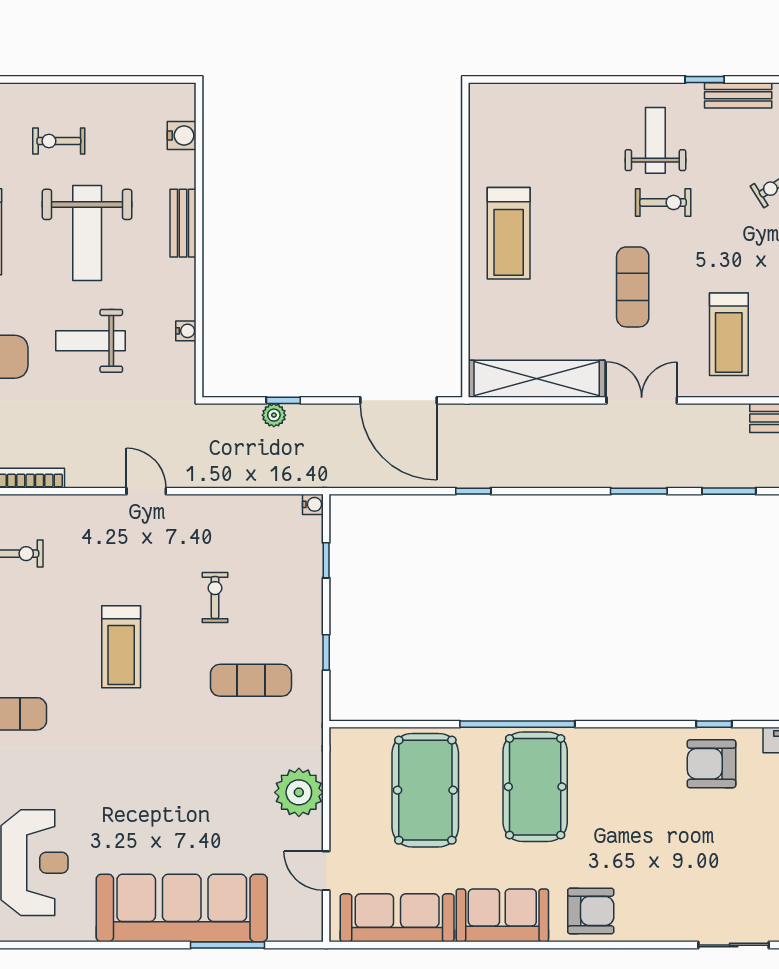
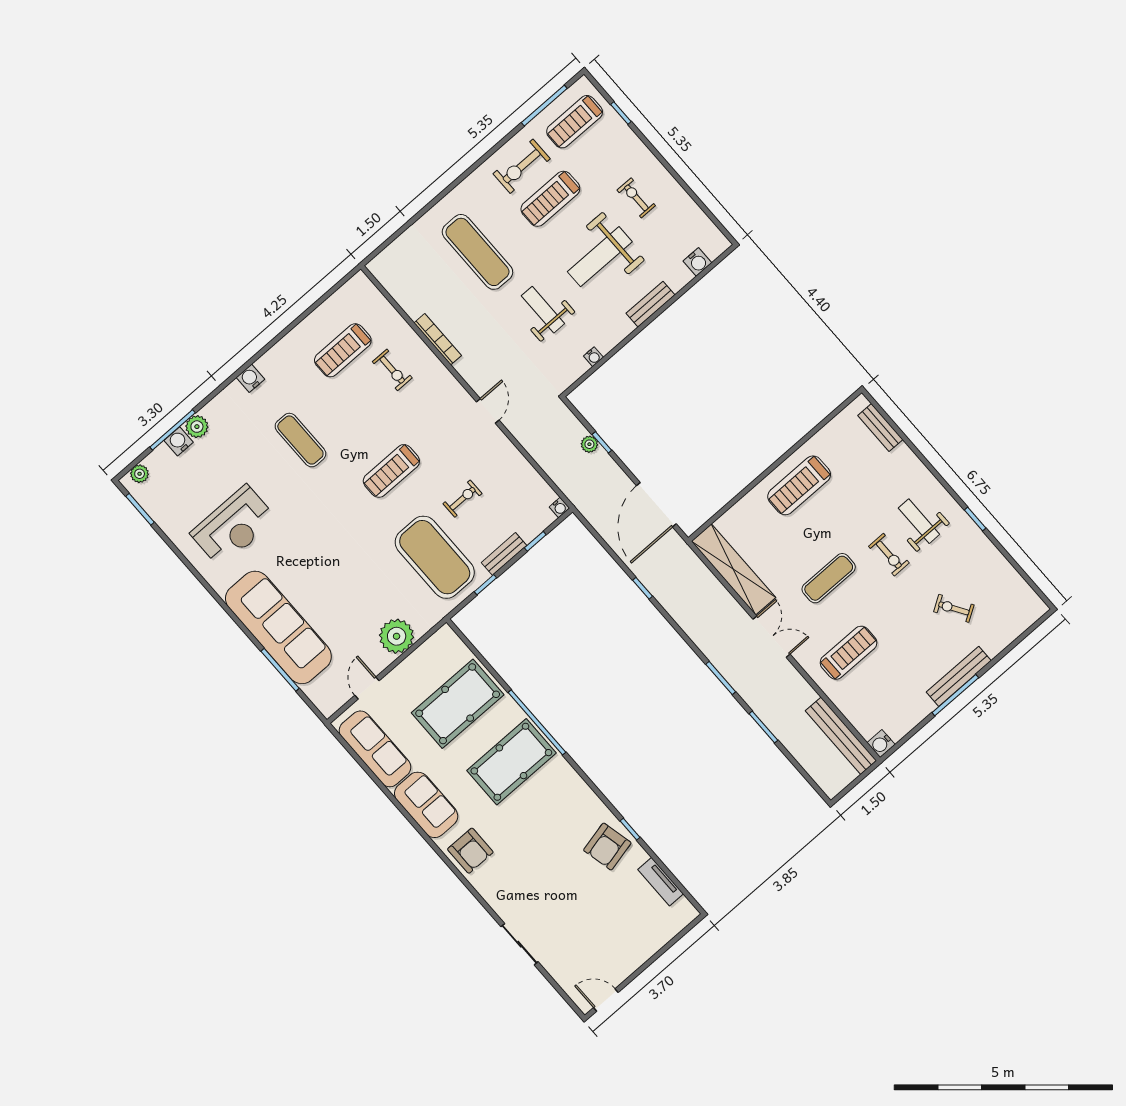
bench: (738, 95) -> (880, 428), moved
weight bench: (655, 140) -> (919, 521), turned -90
treadmill: (729, 334) -> (848, 653), turned 180
bench: (311, 605) -> (504, 554), added
exercise mat: (251, 680) -> (435, 557), width x2.00, depth x1.45
armchair: (711, 764) -> (607, 847), turned -103

